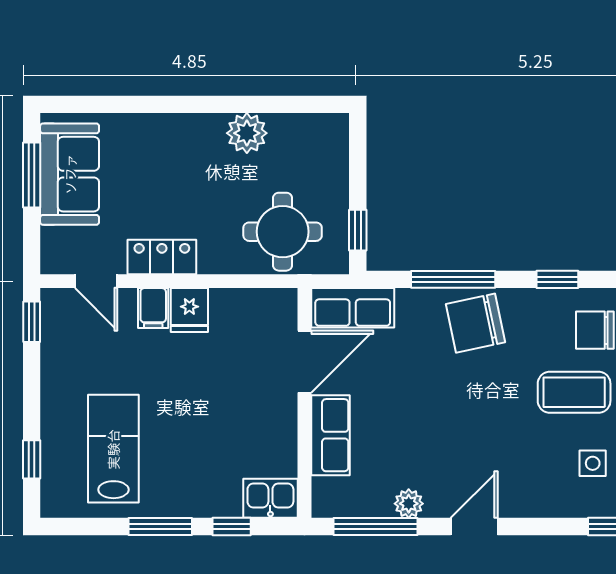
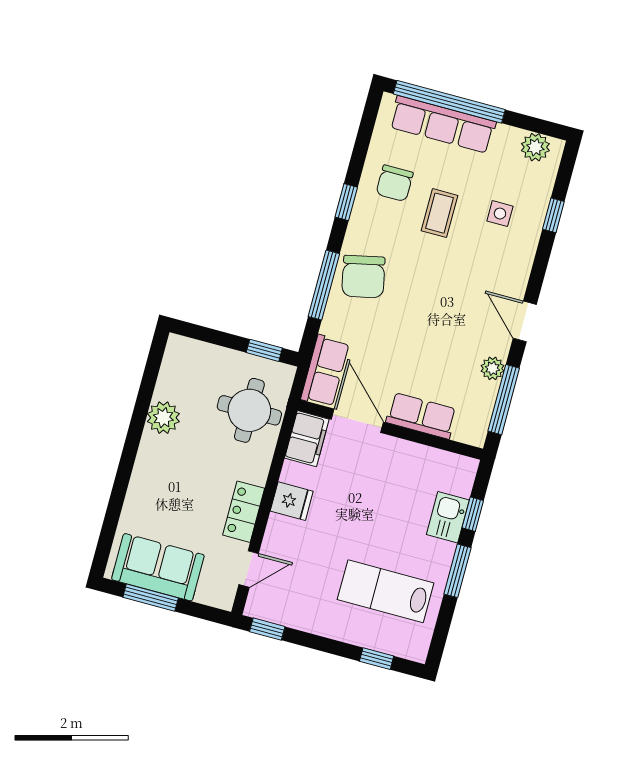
filing cabinet: (153, 308) -> (307, 439), moved, width x2.00
coffee table: (574, 392) -> (440, 213), width x0.73, depth x0.77
kitchen sink: (270, 498) -> (448, 517), moved

